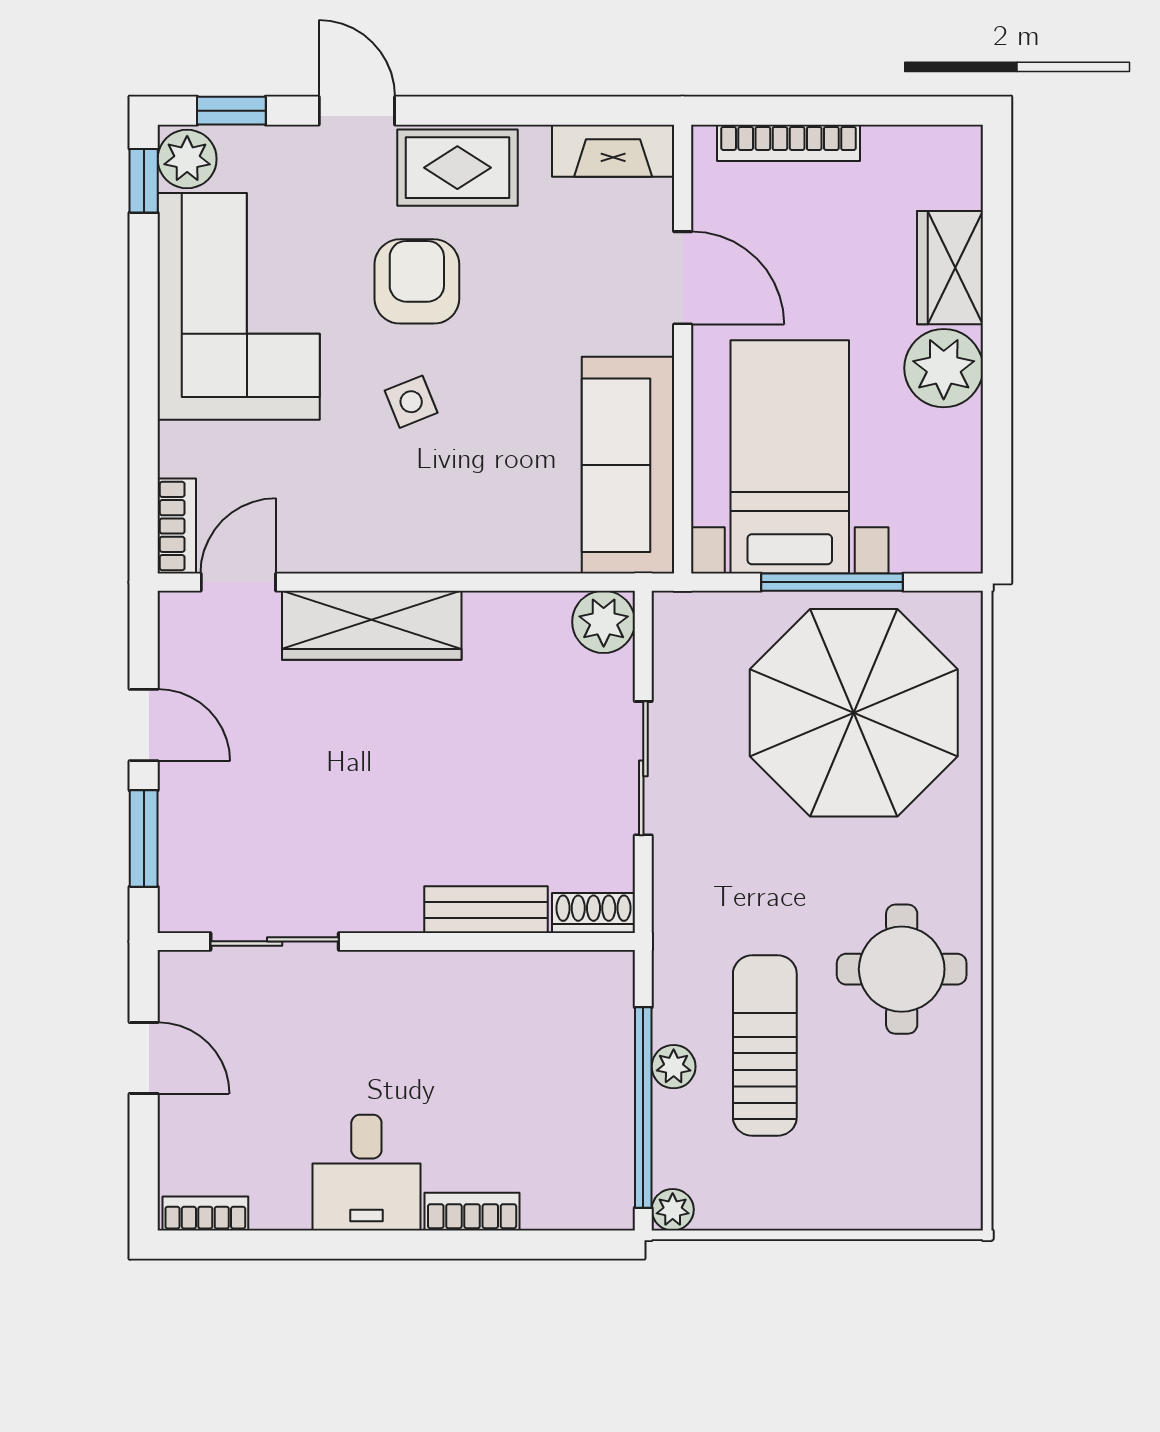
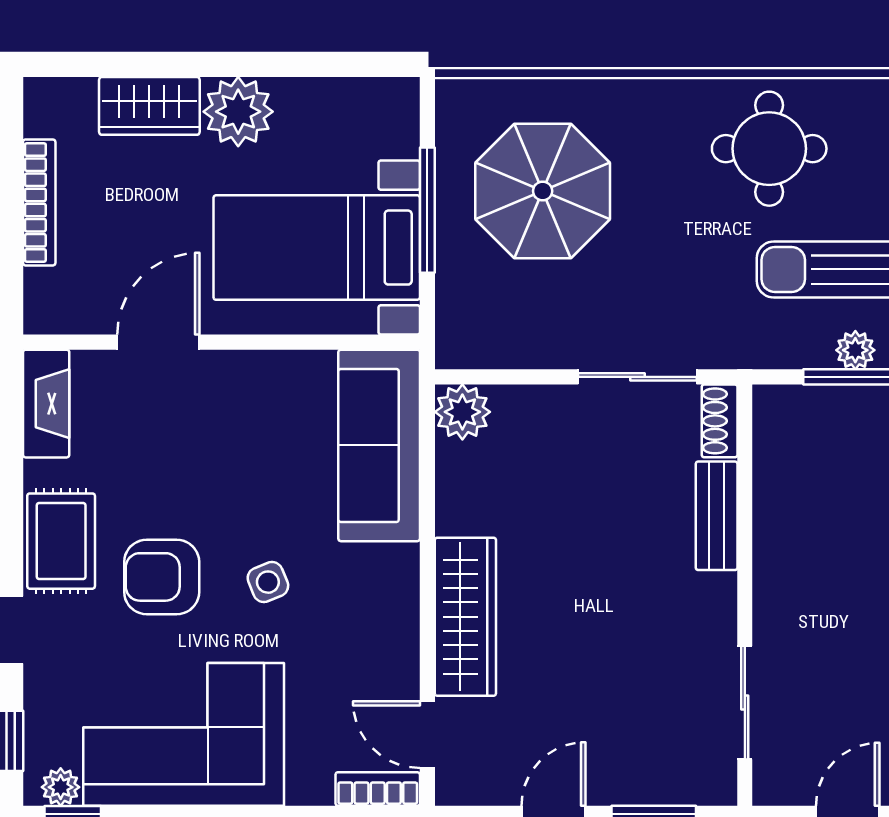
bookcase: (789, 143) -> (39, 202), moved
plant: (187, 159) -> (61, 787), width x0.73, depth x0.73
sofa: (628, 465) -> (379, 445), moved, turned 90
parasol: (854, 713) -> (543, 191), width x0.73, depth x0.73
sliding door: (643, 768) -> (637, 377), moved

